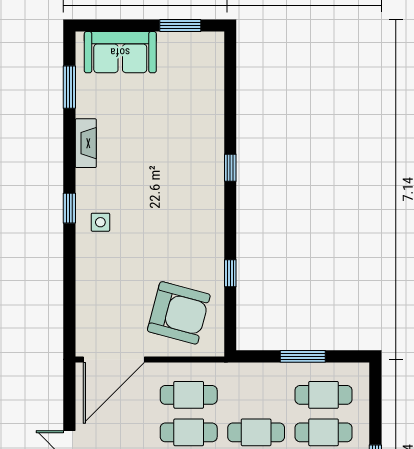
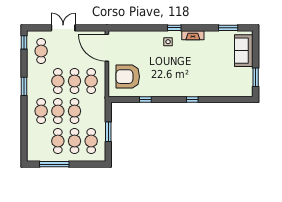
fireplace: (86, 143) -> (193, 35), moved
armchair: (179, 313) -> (128, 77), turned 75

